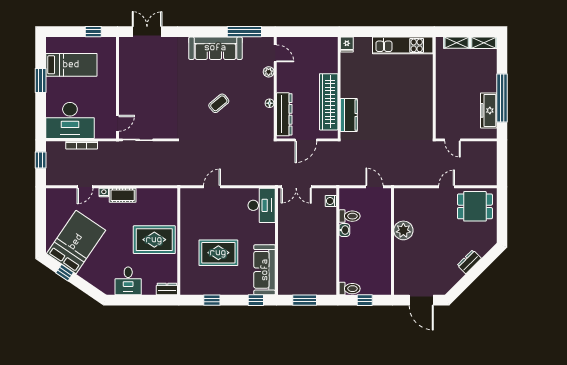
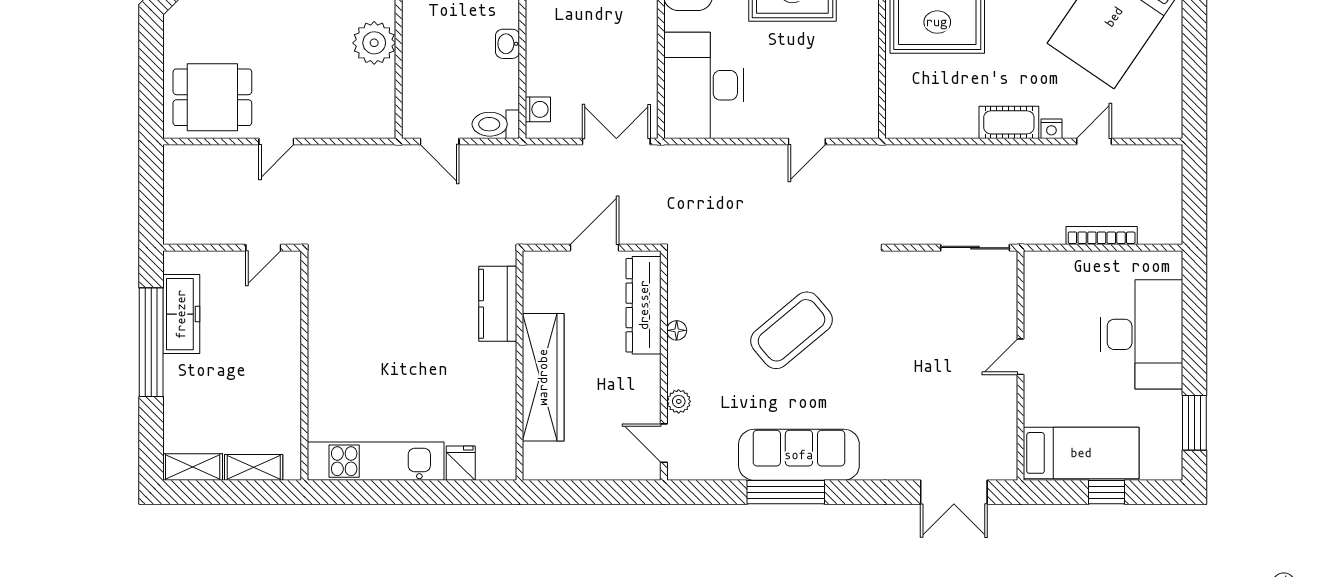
window: (93, 32) -> (1107, 492), moved
window: (244, 32) -> (786, 492), moved
fridge: (347, 45) -> (461, 463), moved
bed: (71, 65) -> (1081, 453), moved, turned 180
window: (41, 81) -> (1194, 423), moved
wardrobe: (329, 102) -> (543, 377), moved
coffee table: (219, 103) -> (792, 330), width x1.86, depth x1.72
desk: (70, 120) -> (1142, 334), moved, turned 90
door: (118, 123) -> (1020, 357), moved
door: (452, 140) -> (263, 248), swing flipped
window: (41, 160) -> (1194, 202), removed
desk: (262, 205) -> (704, 85), width x1.36, depth x1.30
toilet: (350, 216) -> (496, 124), moved

